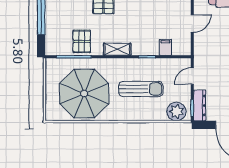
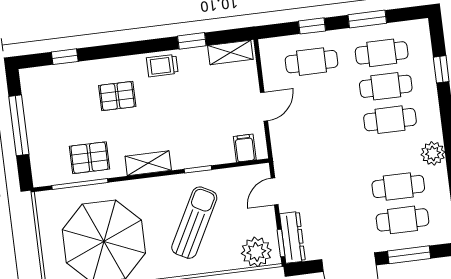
pallet: (82, 41) -> (90, 158), turned 90
filing cabinet: (165, 47) -> (245, 148), moved
sun lounger: (141, 89) -> (194, 223), turned -62

